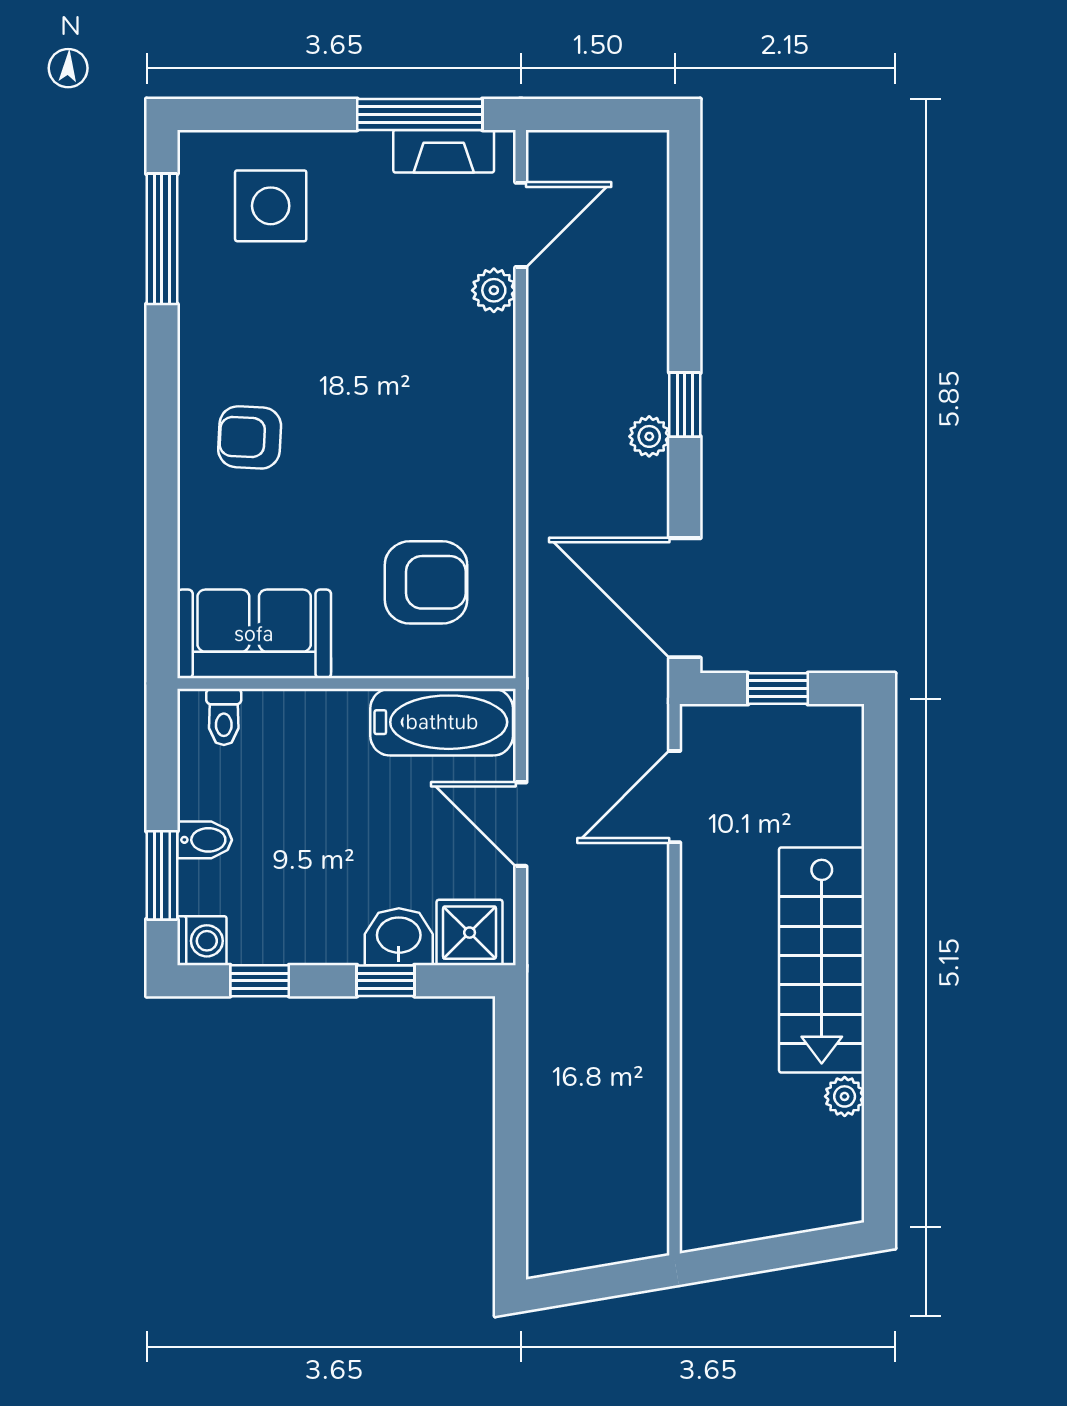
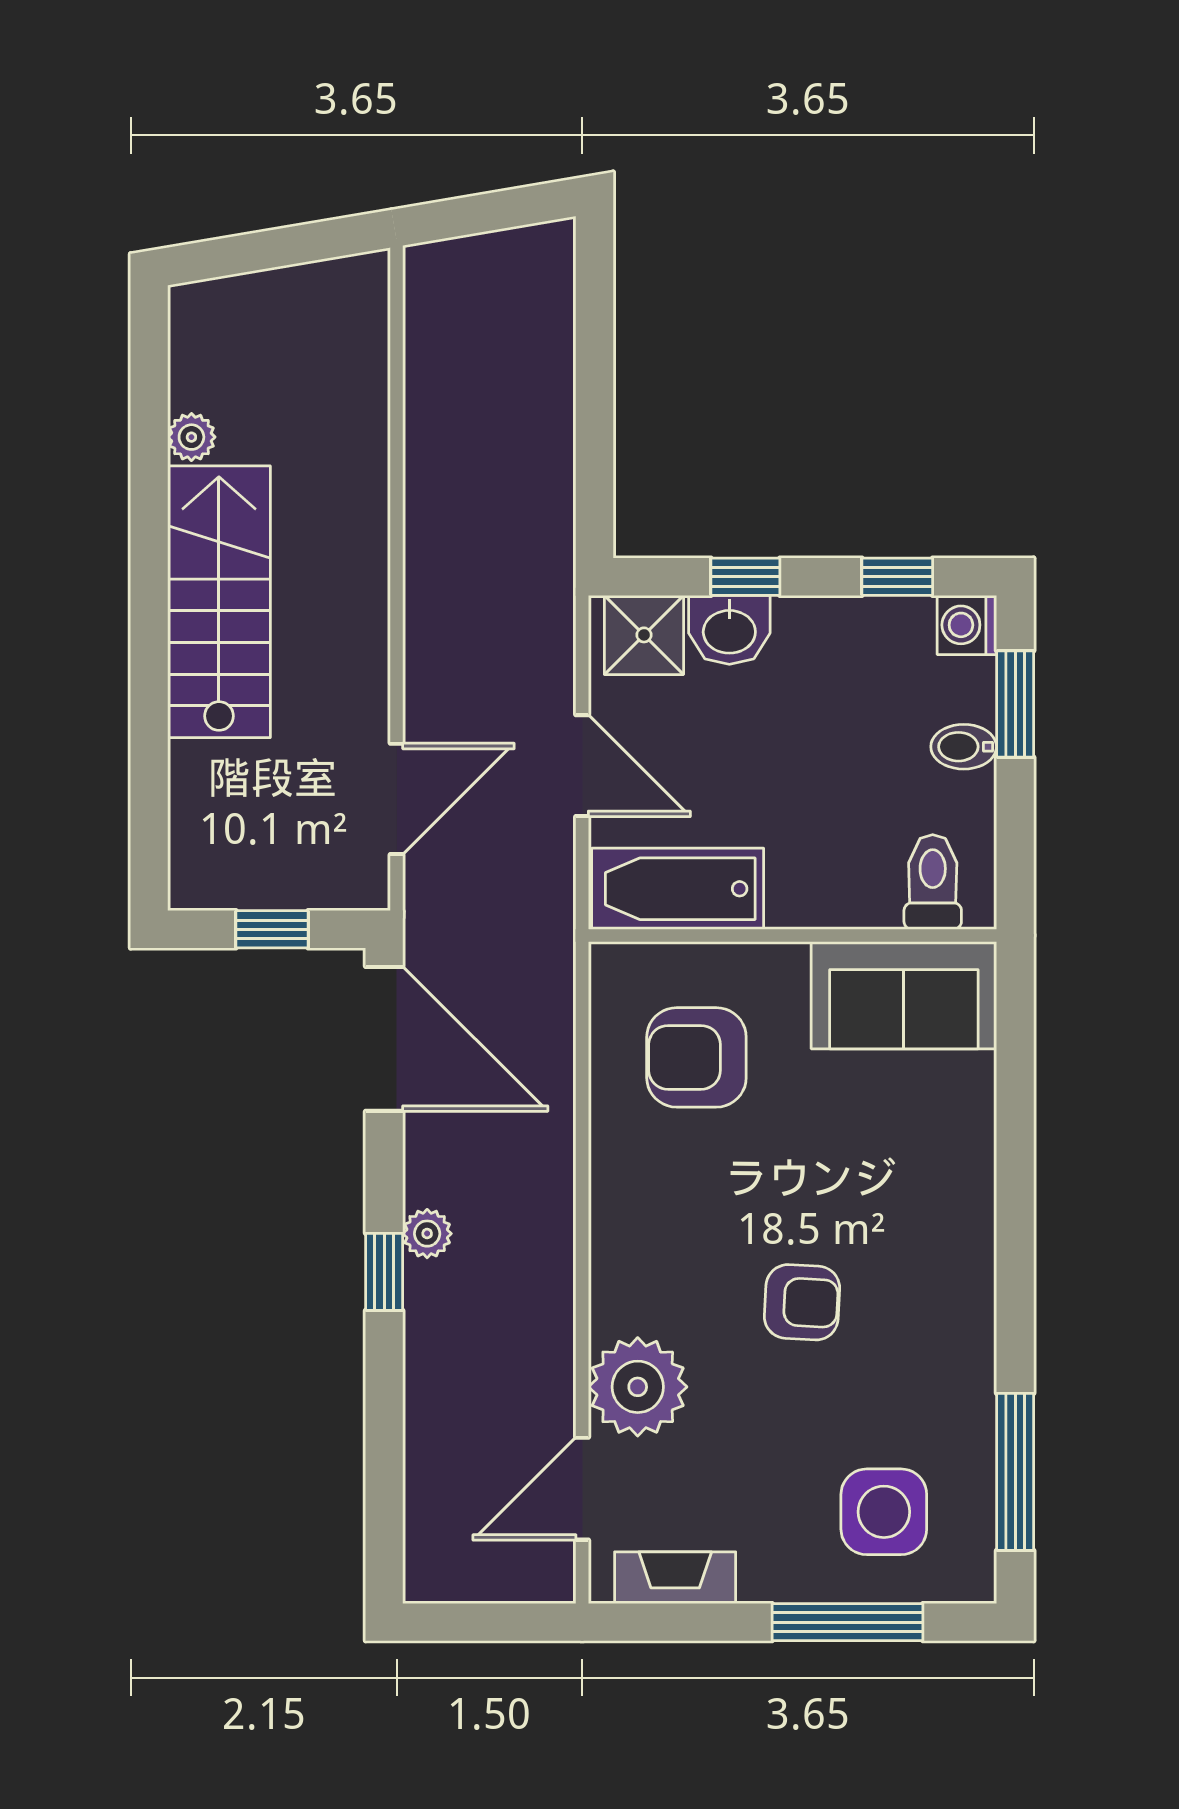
window: (420, 114) -> (847, 1622), moved
plant: (494, 290) -> (638, 1387), width x1.87, depth x1.87
armchair: (250, 437) -> (802, 1302), moved
toilet: (224, 717) -> (933, 882), width x1.37, depth x1.39

